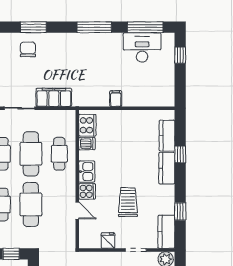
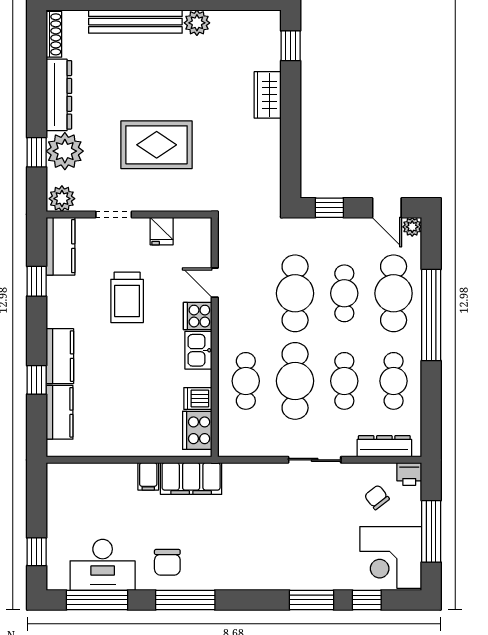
window: (33, 27) -> (312, 600), moved
chair: (28, 49) -> (167, 562), moved
filing cabinet: (54, 97) -> (191, 479), moved

